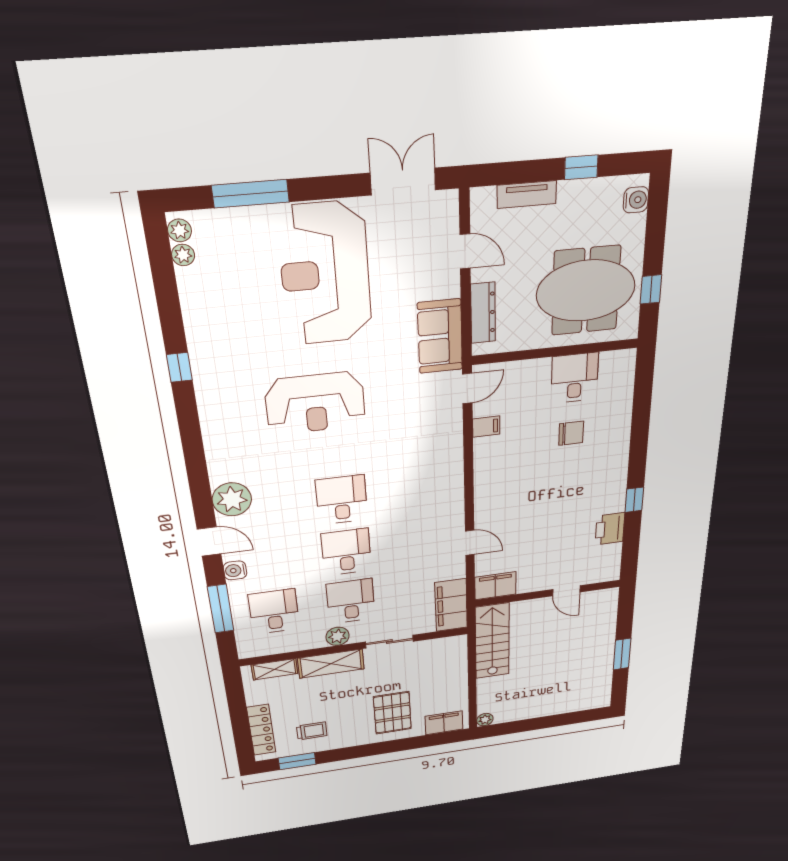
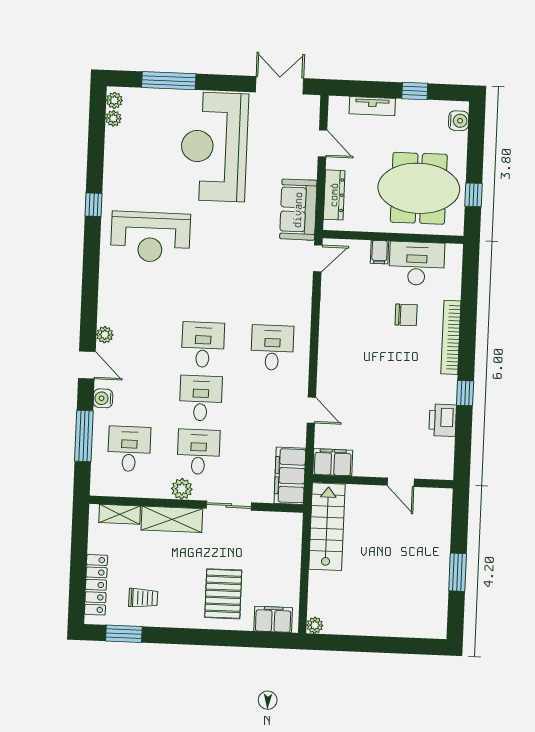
desk: (575, 378) -> (417, 264), width x1.37
reception desk: (315, 403) -> (150, 237), moved
filing cabinet: (486, 427) -> (380, 252), moved, turned 90
bookcase: (620, 448) -> (451, 337), added
desk: (422, 490) -> (272, 348), added
plant: (232, 499) -> (105, 335), width x0.53, depth x0.53

